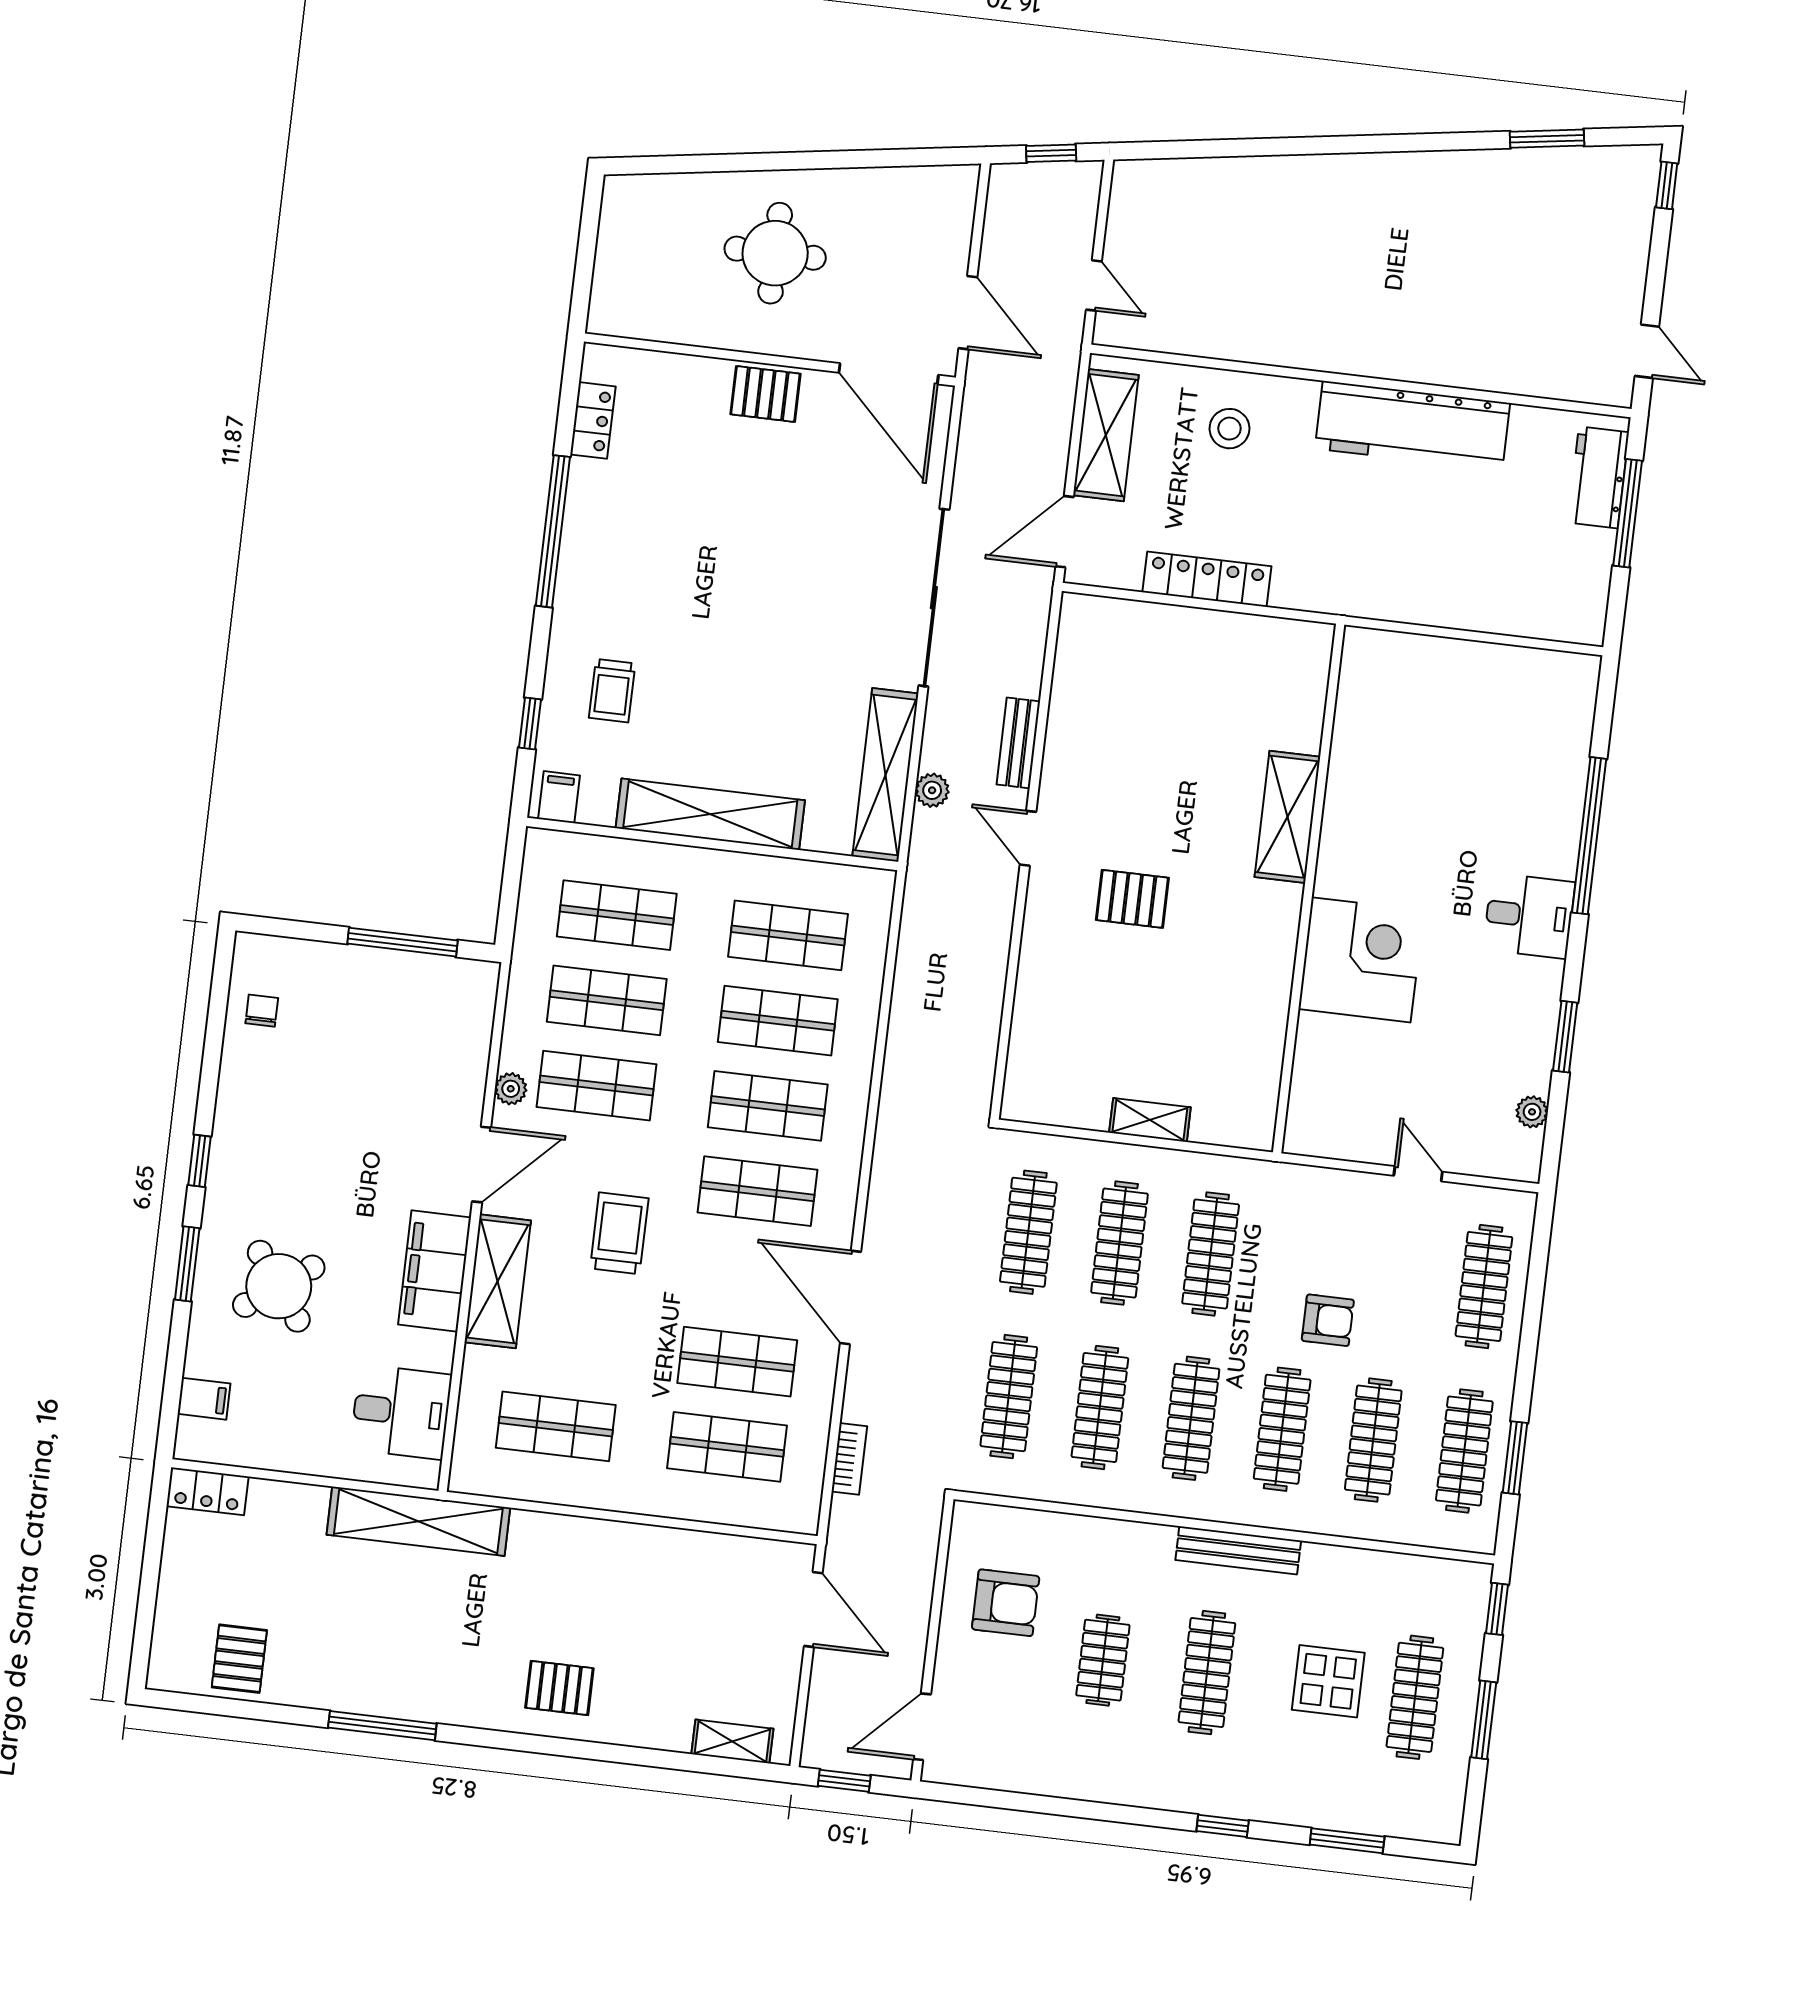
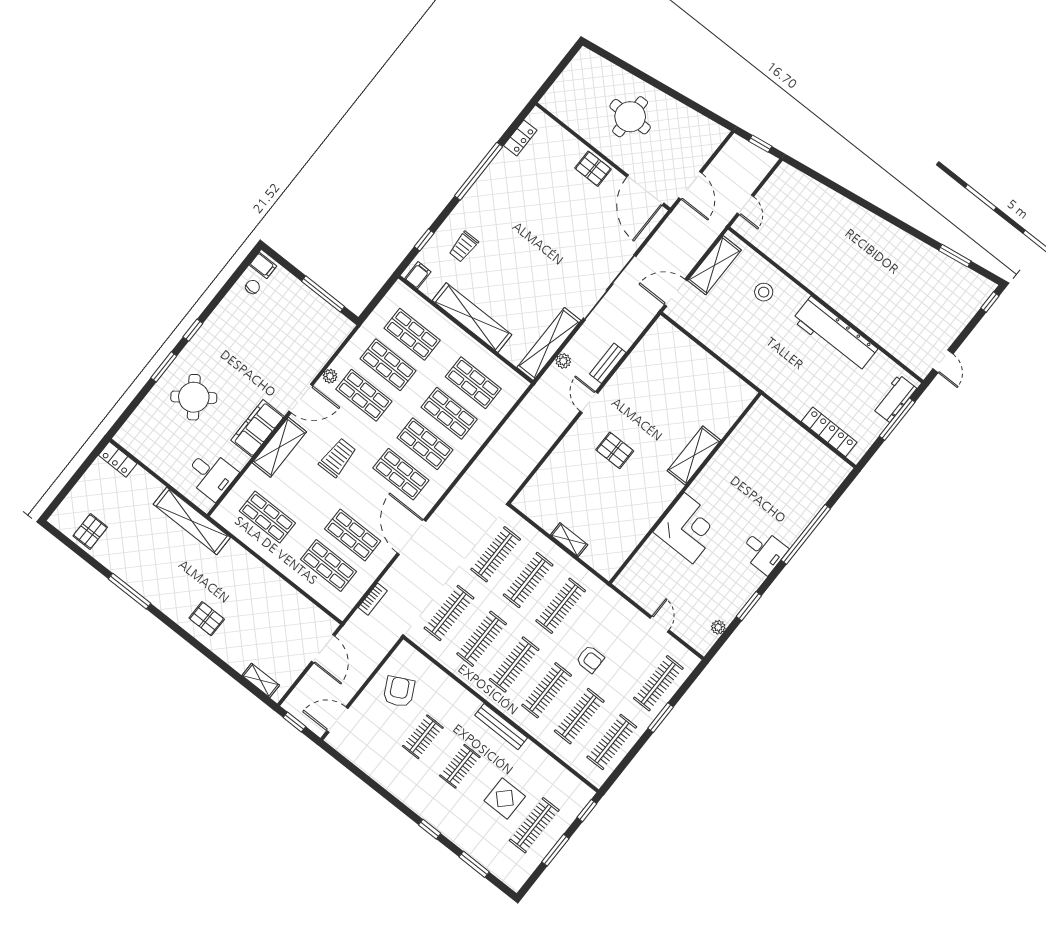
locker: (1207, 579) -> (829, 432), moved
filing cabinet: (204, 1399) -> (263, 265), moved
window: (1515, 1458) -> (661, 718), moved
armchair: (1006, 1603) -> (399, 692), turned -117
clothes rail: (1207, 1673) -> (460, 766), width x0.73

